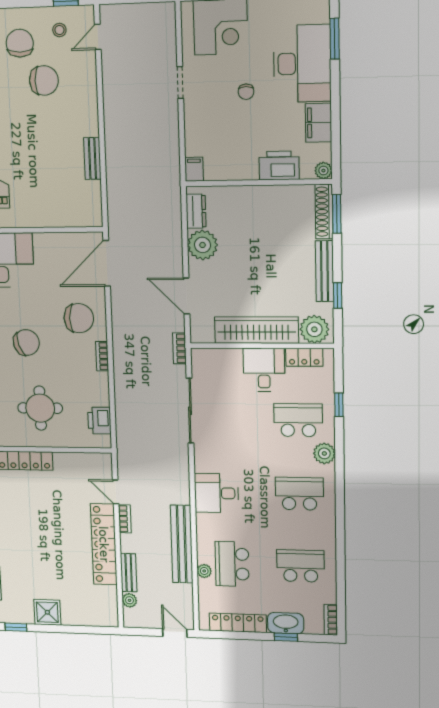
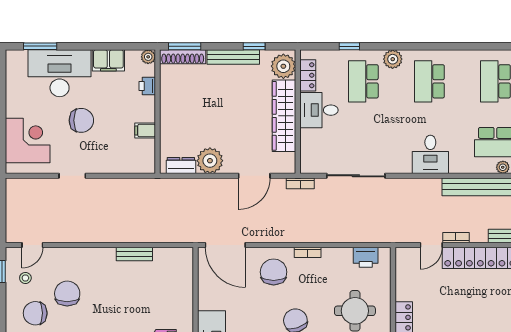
door: (98, 37) -> (32, 245), hinge flipped
chair: (246, 92) -> (81, 120), width x1.87, depth x1.87
printer: (279, 166) -> (147, 86), width x0.53, depth x0.68
filing cabinet: (194, 169) -> (145, 130), moved

